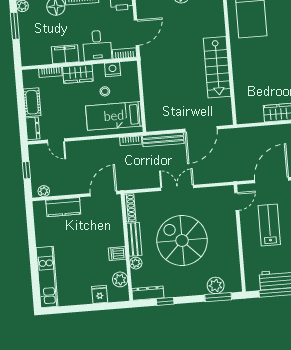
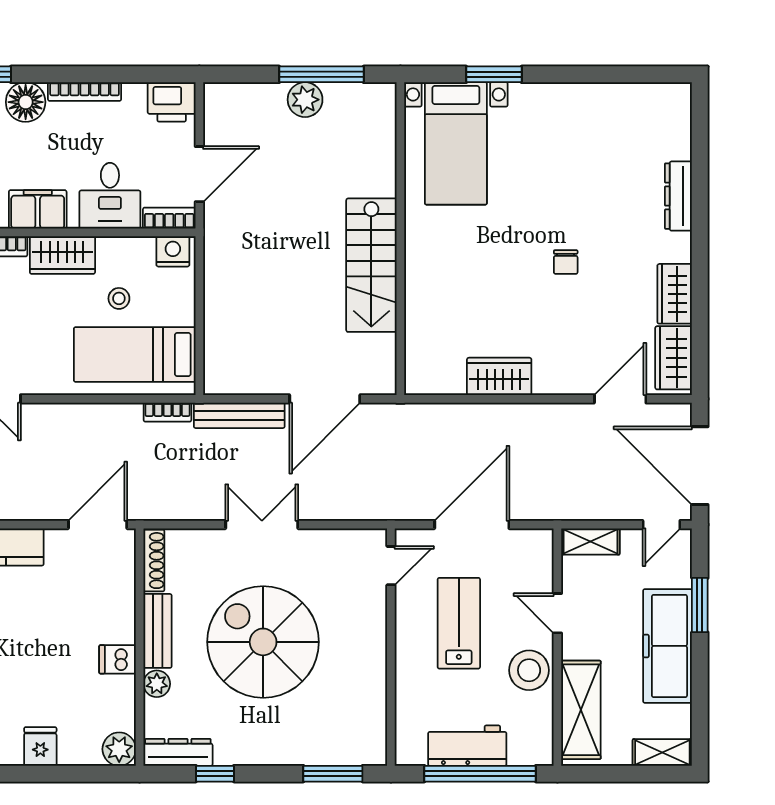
nightstand: (113, 69) -> (173, 251), moved
plant: (120, 279) -> (119, 749), moved
plant: (216, 285) -> (329, 747), removed
fridge: (100, 294) -> (40, 746), moved

